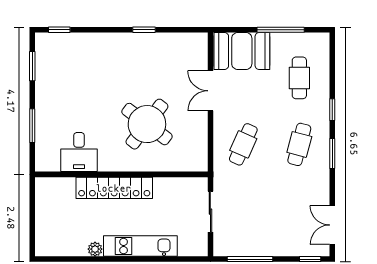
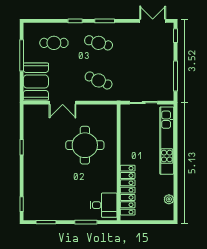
round table: (147, 124) -> (85, 145), turned -37
desk: (79, 152) -> (104, 205), moved
locker: (114, 188) -> (128, 190), moved
double door: (332, 225) -> (153, 21), swing flipped
kitchen unit: (140, 246) -> (167, 141), width x1.36
plant: (95, 249) -> (169, 199), moved

